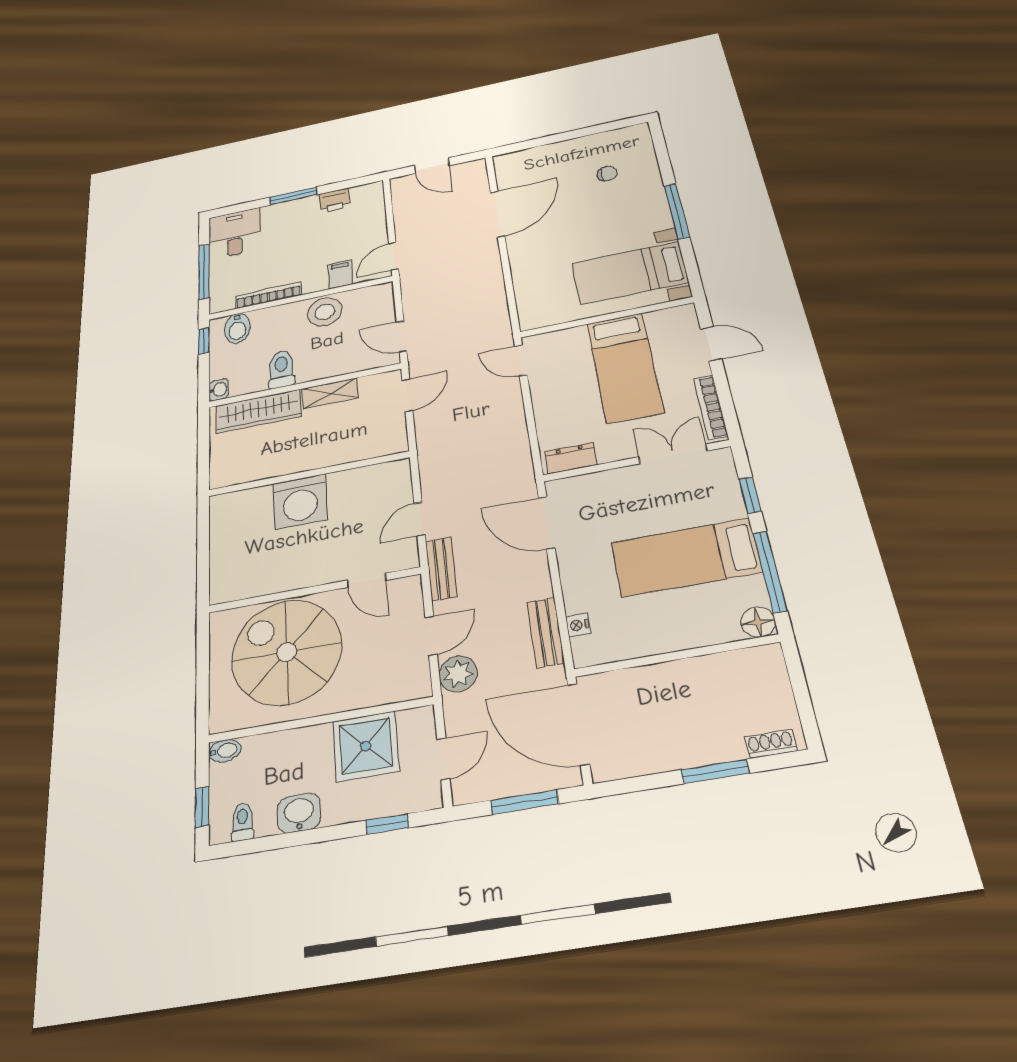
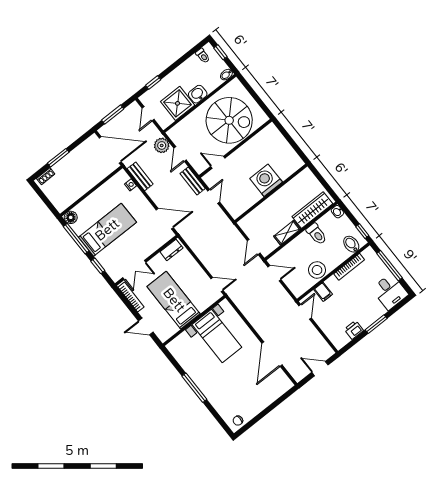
chair: (607, 174) -> (238, 421), moved
bed with nightstands: (630, 273) -> (217, 336), moved, turned 90
washbasin: (299, 813) -> (198, 94), moved, turned 180

